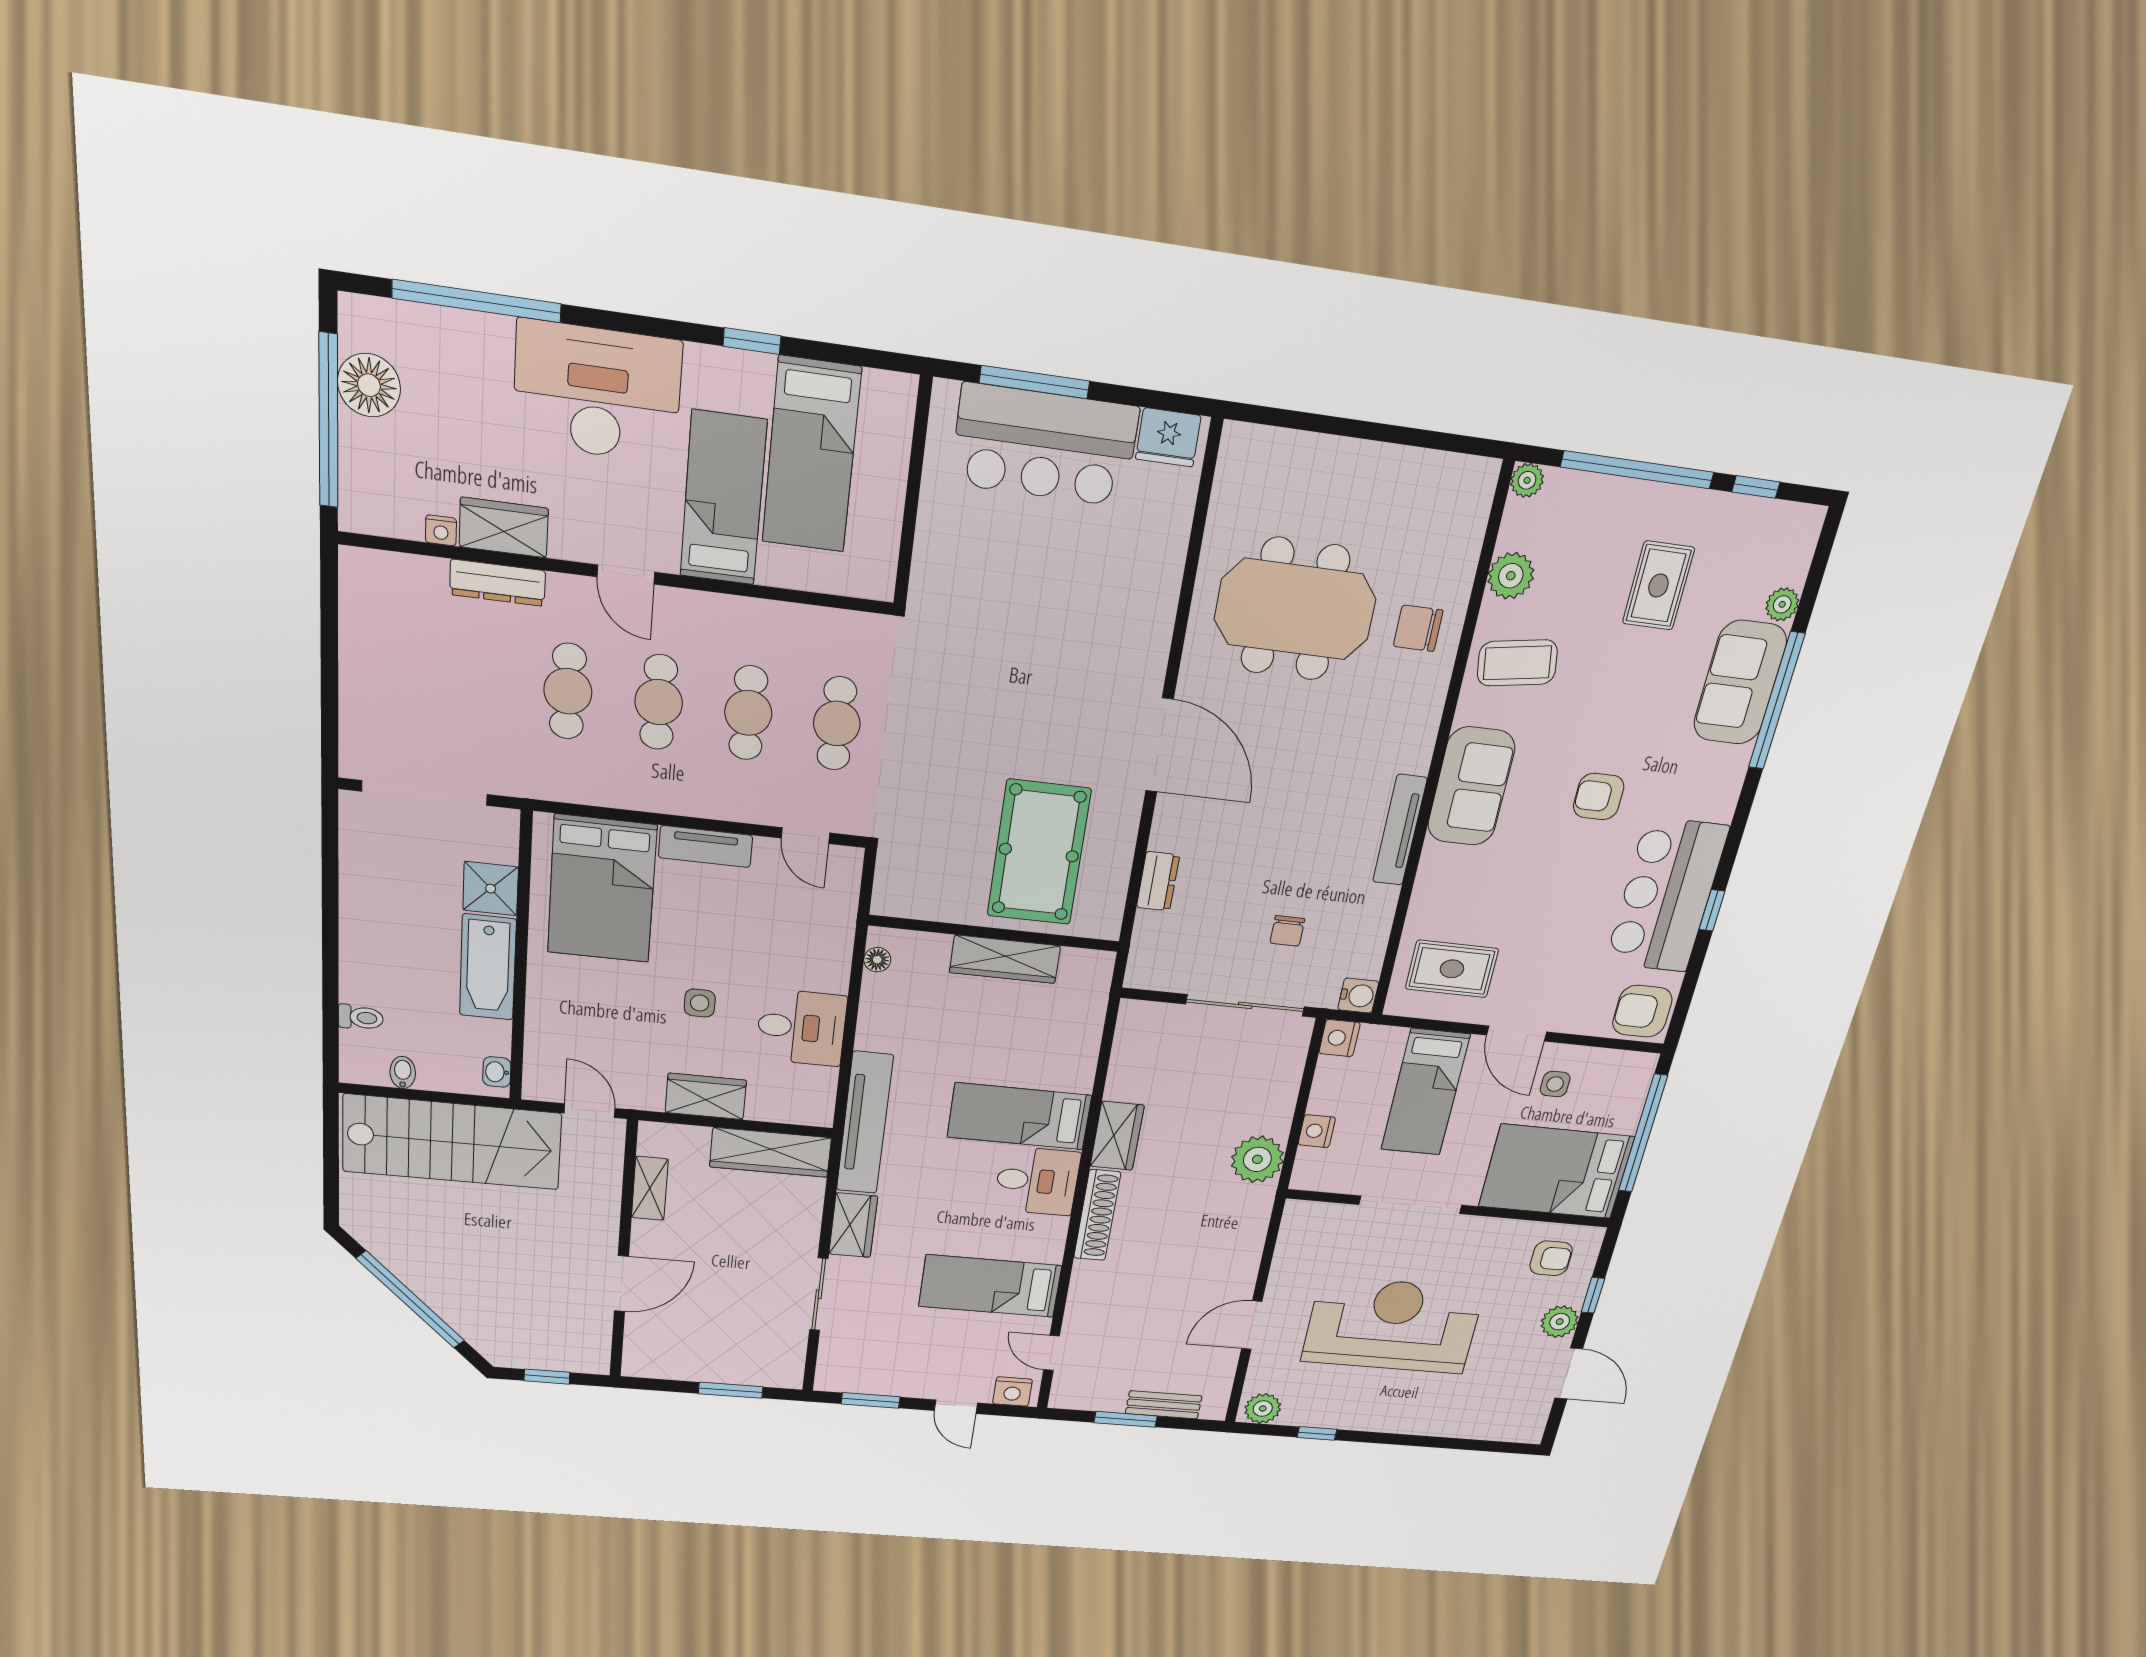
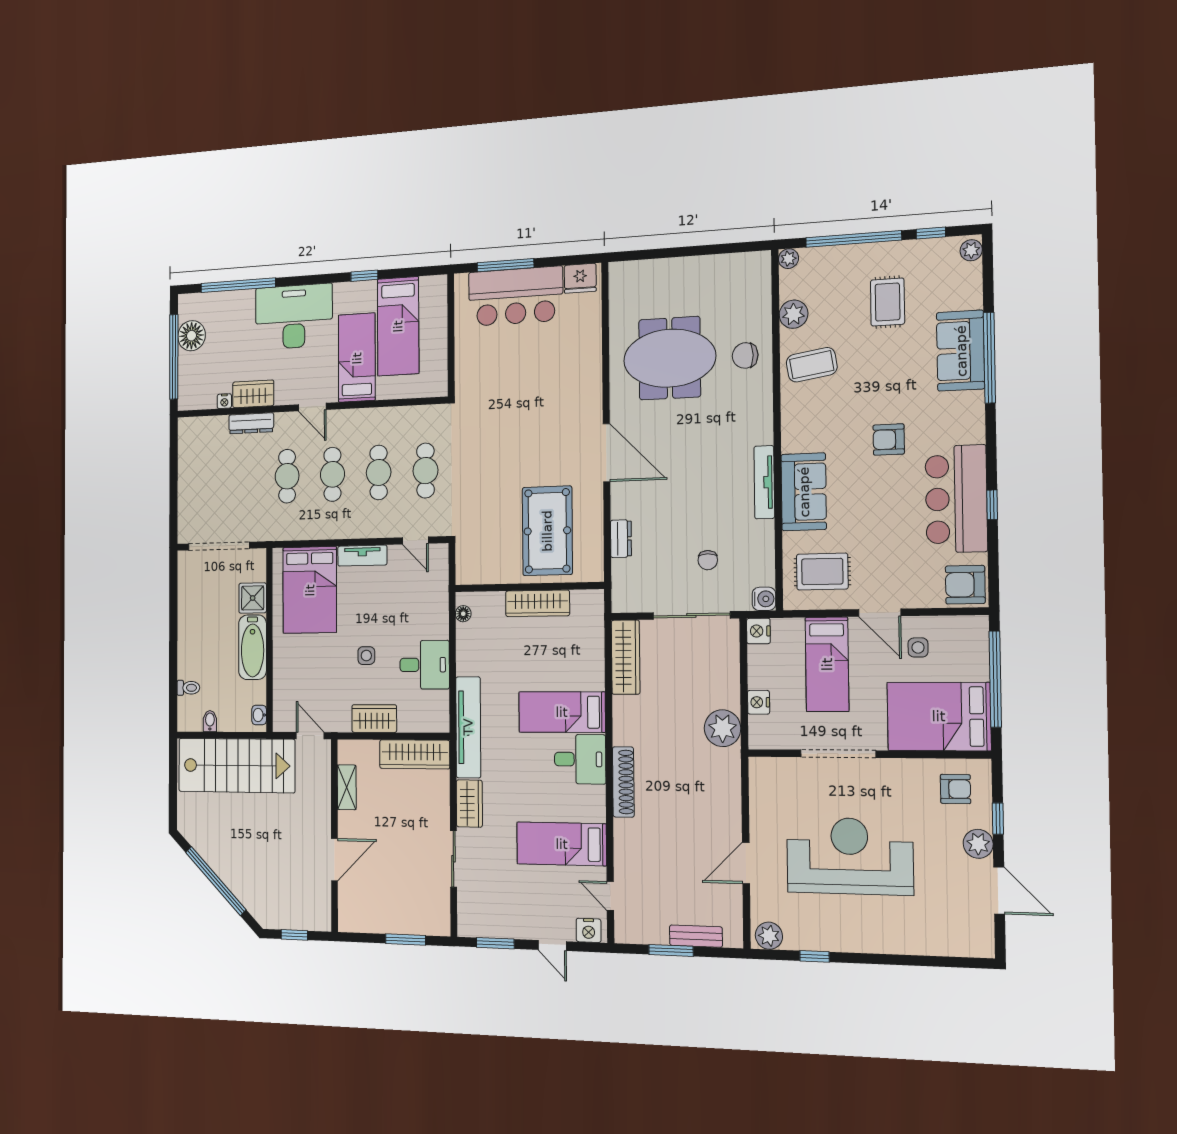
plant: (1782, 604) -> (971, 250), moved
sofa: (1471, 786) -> (804, 492), moved
wardrobe: (1117, 1136) -> (626, 657), moved, width x1.50

